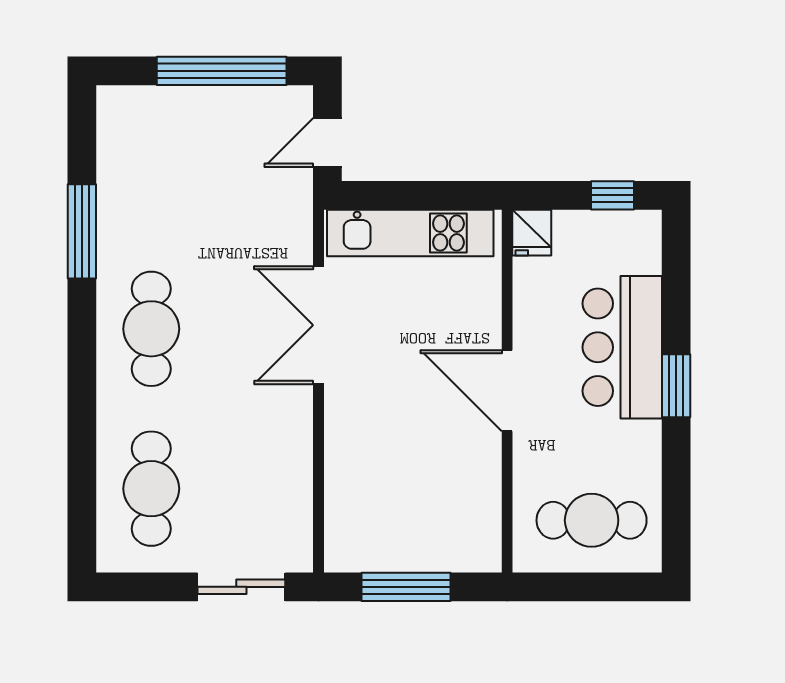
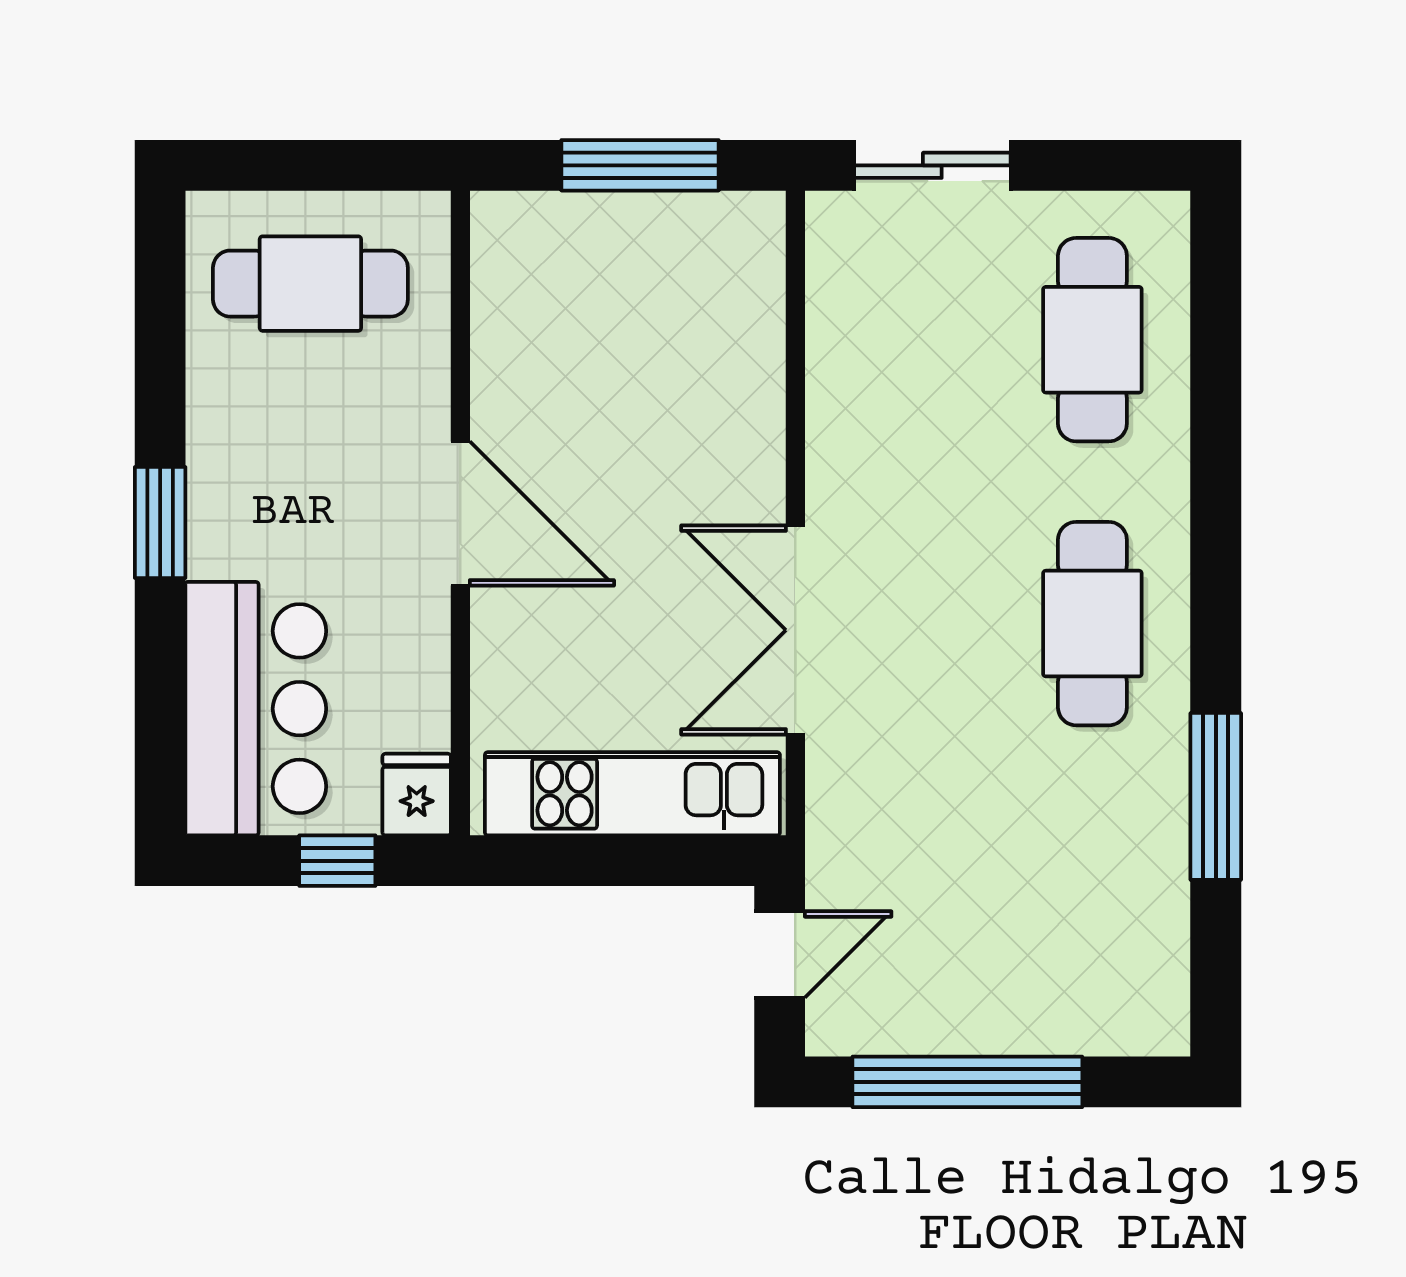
window: (613, 195) -> (337, 861), moved
double door: (318, 325) -> (795, 630), swing flipped
bar counter: (622, 347) -> (256, 709), moved

